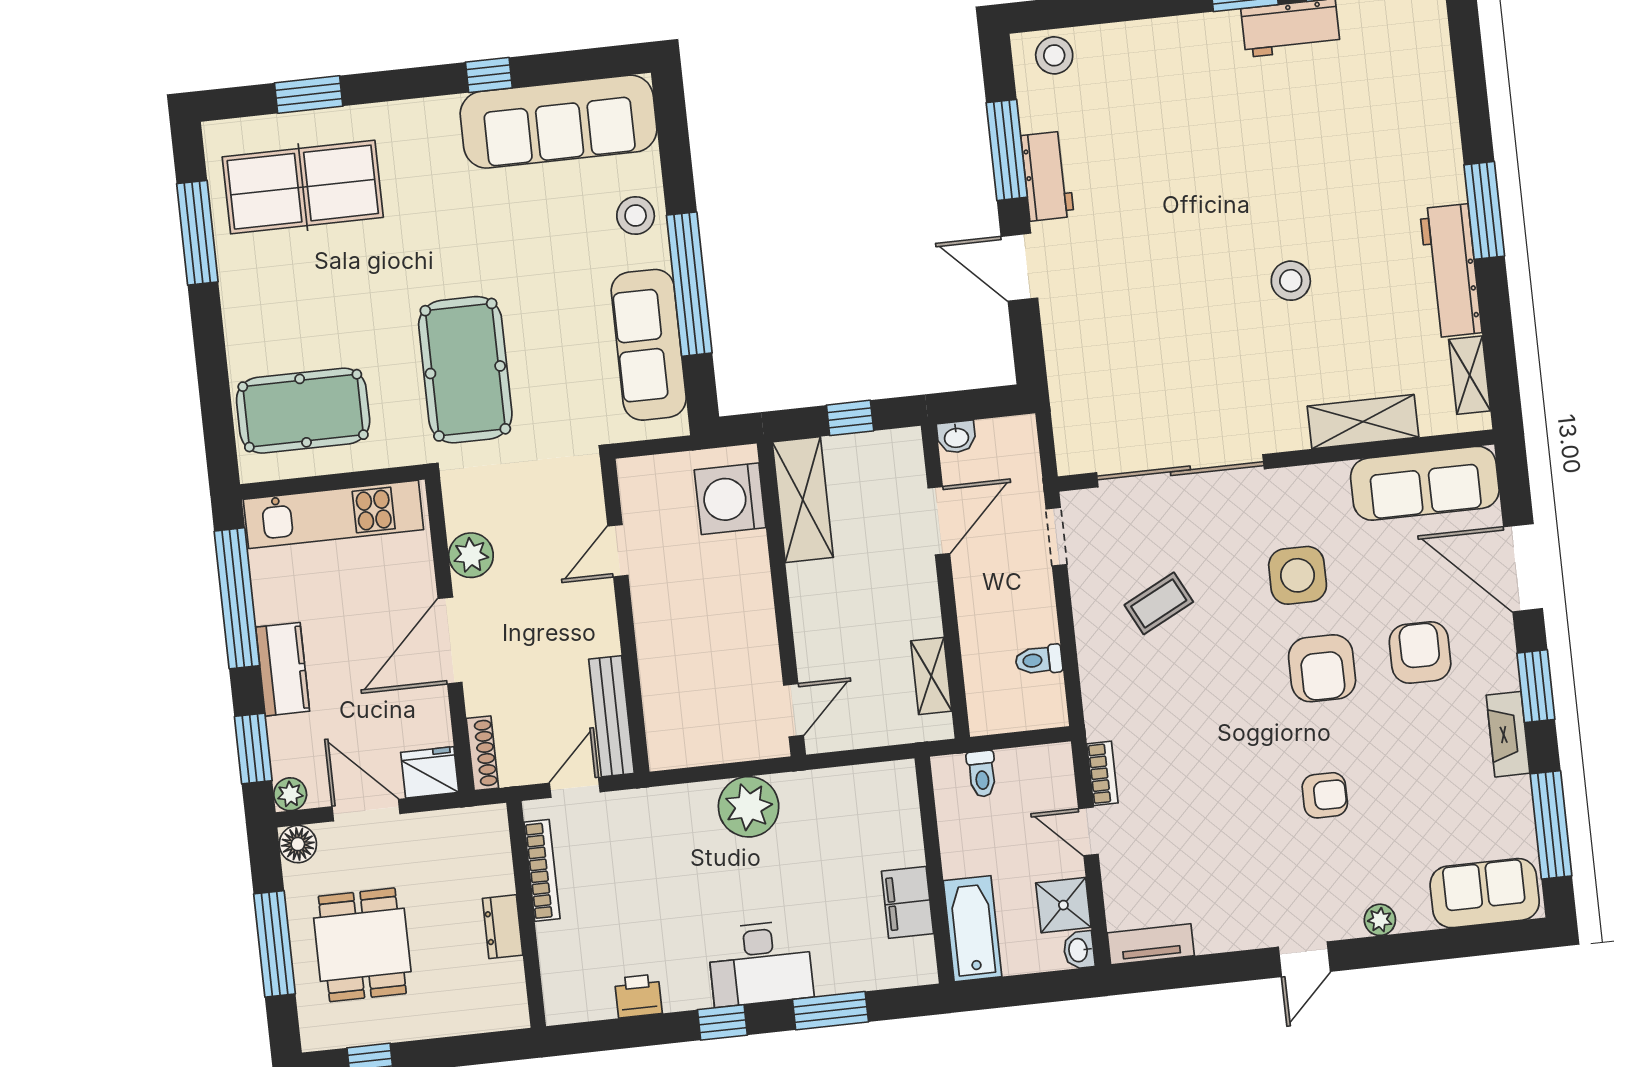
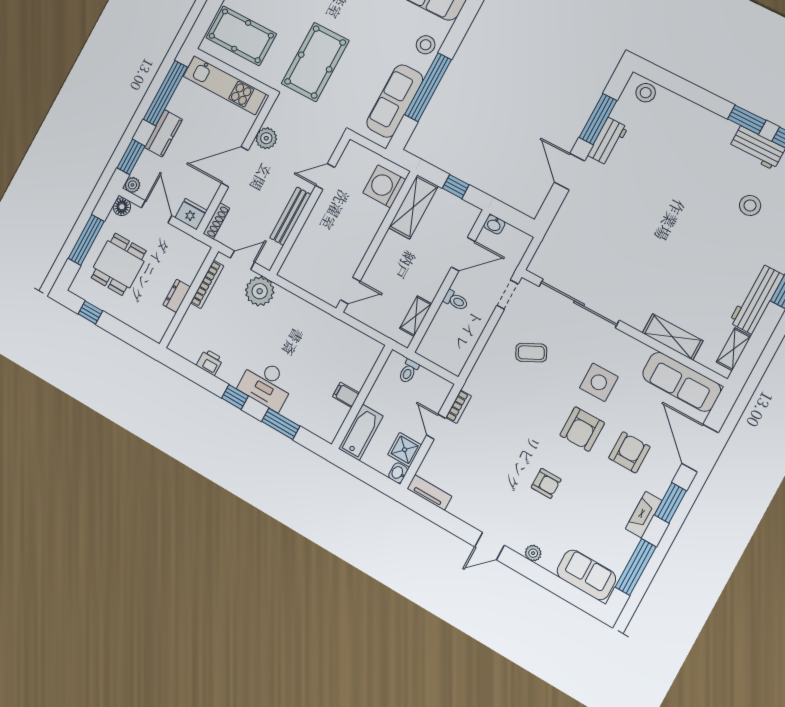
stool: (1291, 281) -> (750, 205), moved
toilet: (1039, 660) -> (456, 300), moved, turned 180
bench: (611, 716) -> (290, 216), moved
plant: (749, 807) -> (260, 291), moved
filing cabinet: (907, 902) -> (346, 395), width x0.50

